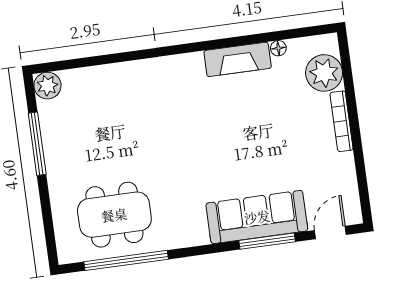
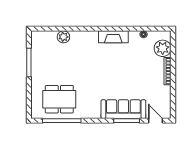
fireplace: (238, 59) -> (113, 37), moved
plant: (47, 86) -> (63, 37), moved
door: (330, 233) -> (156, 121), hinge flipped

